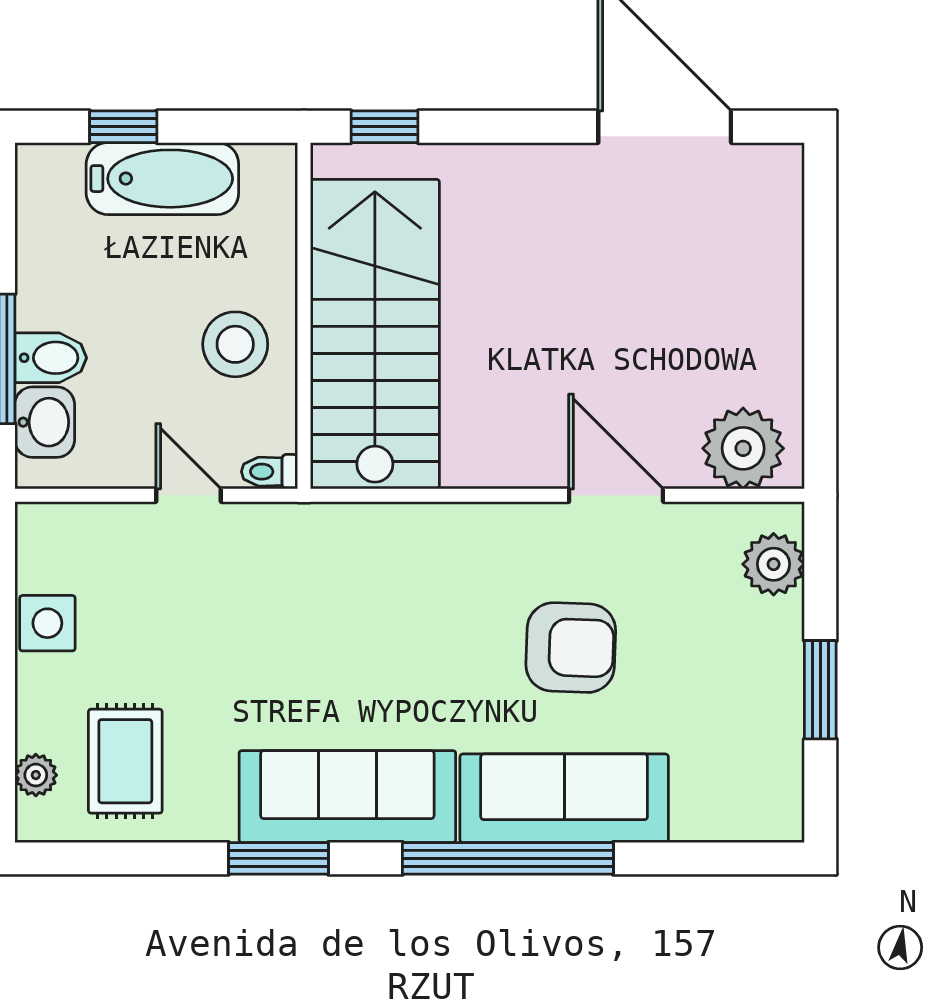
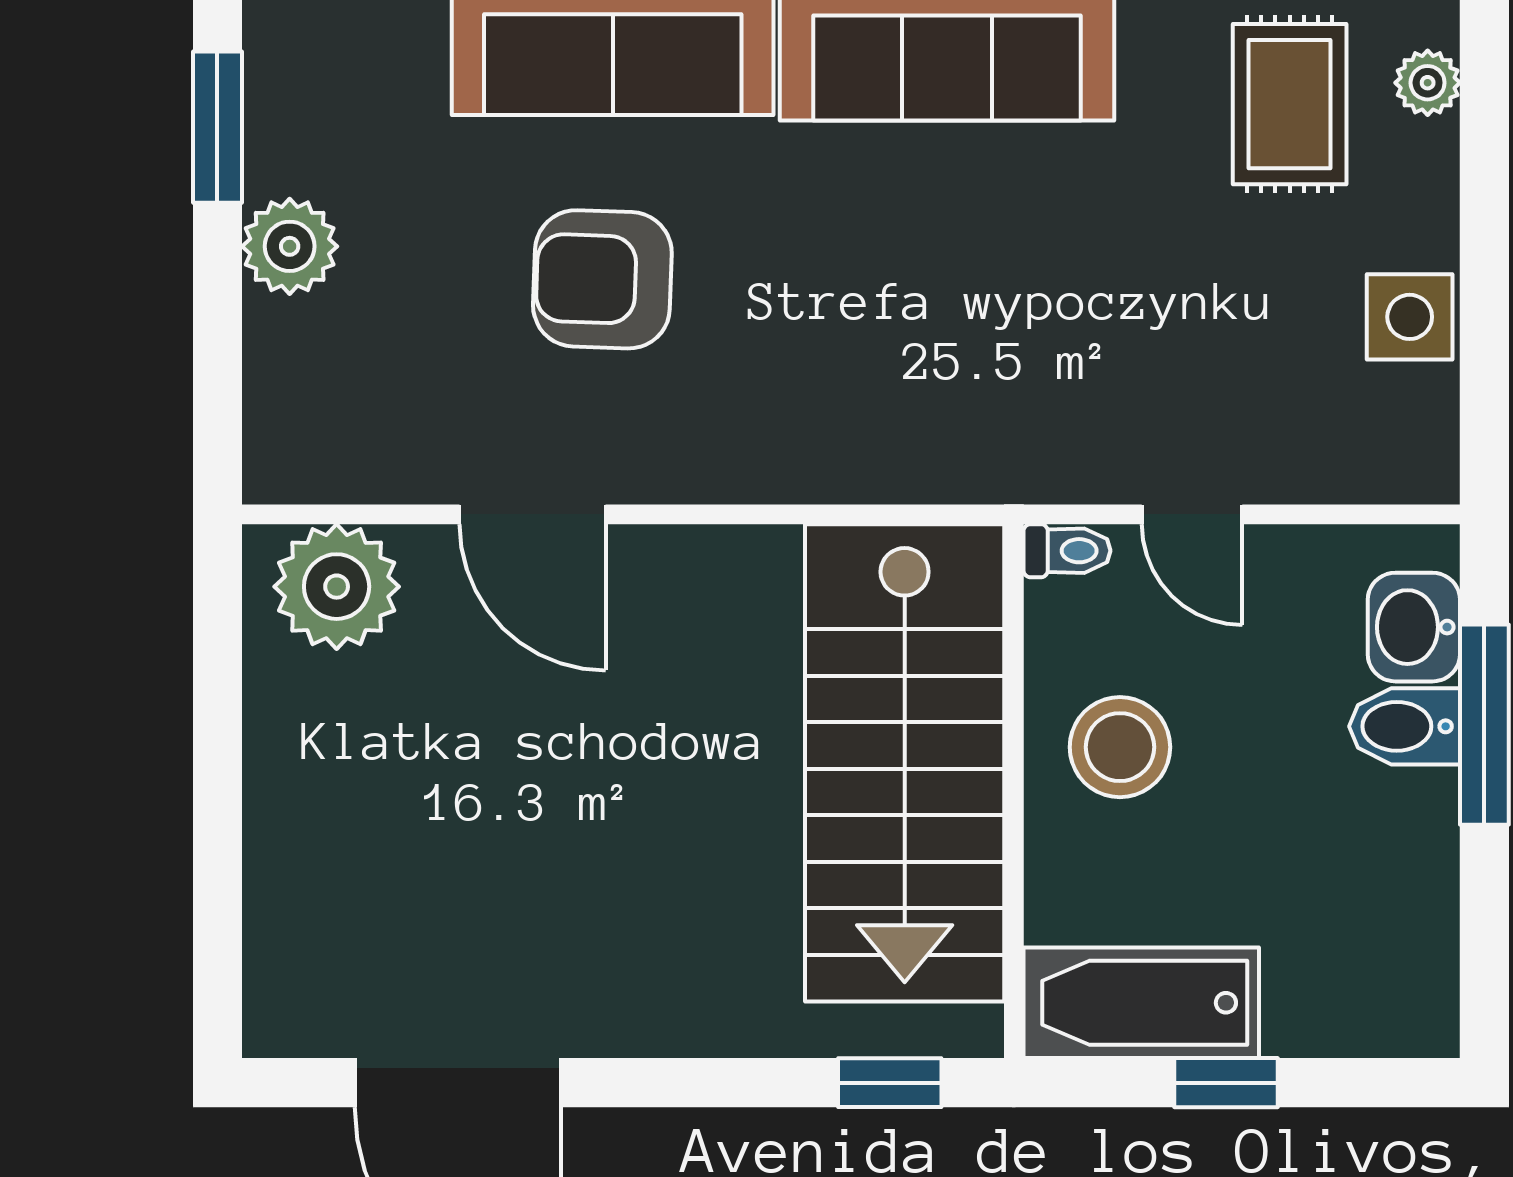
window: (123, 127) -> (1226, 1083), moved
bathtub: (162, 179) -> (1141, 1003), moved
plant: (774, 564) -> (290, 246), moved
window: (820, 690) -> (217, 127), moved

